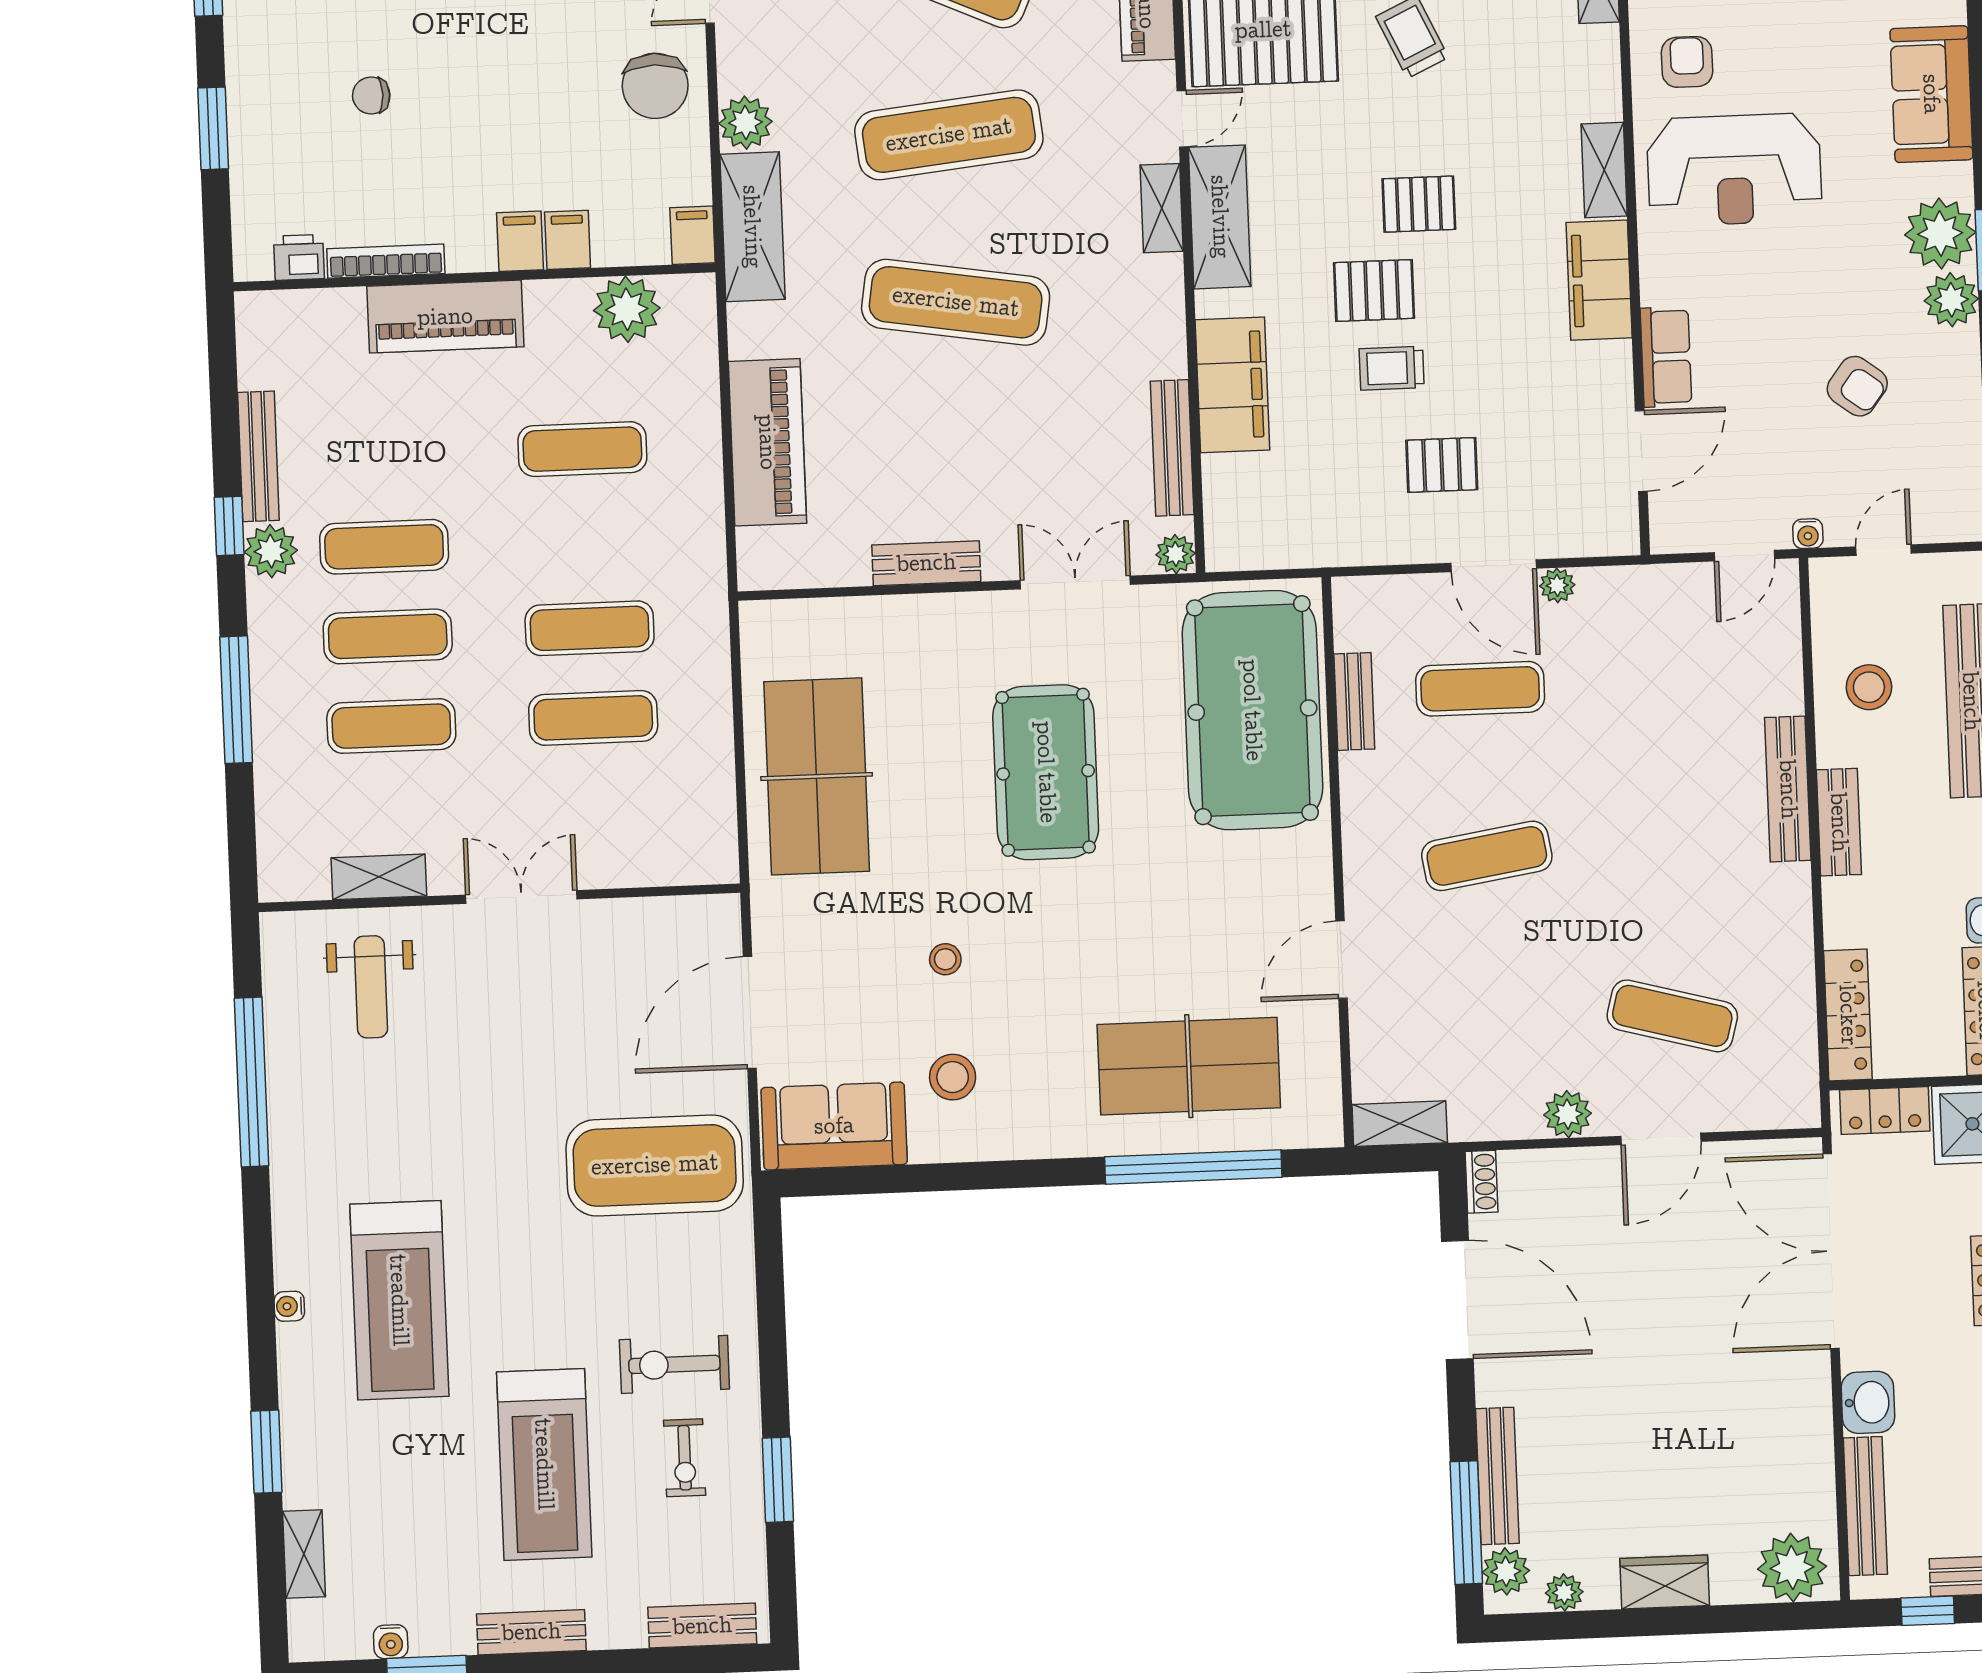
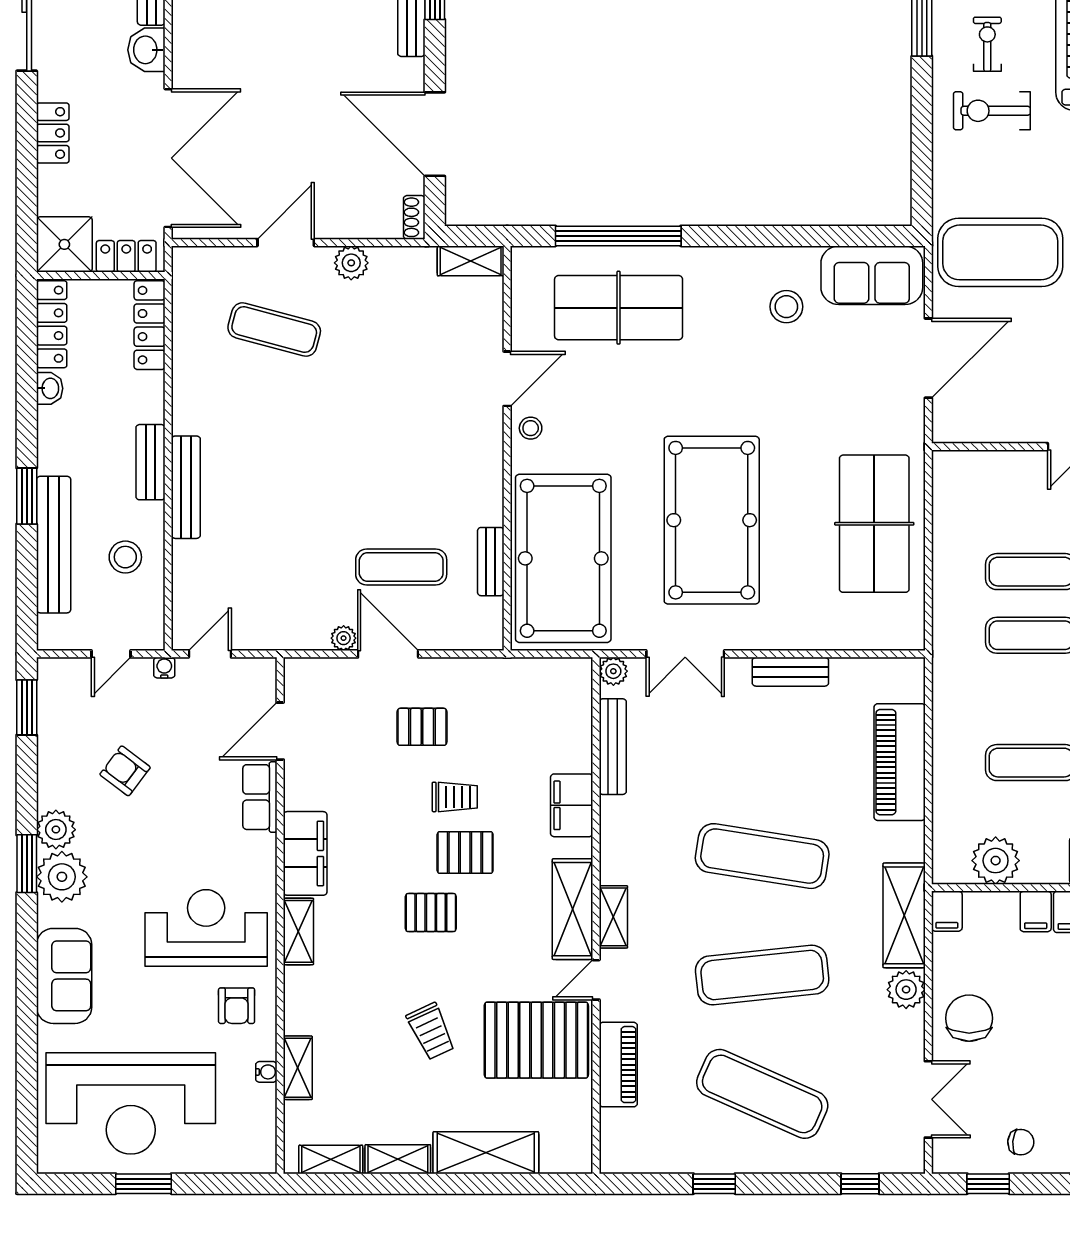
filing cabinet: (1232, 385) -> (572, 805), width x0.67, depth x0.86
pool table: (1046, 772) -> (712, 520), width x1.36, depth x1.32
exercise mat: (1487, 856) -> (401, 448), removed
stool: (945, 959) -> (531, 428), moved
exercise bike: (674, 1364) -> (992, 111), turned 180

